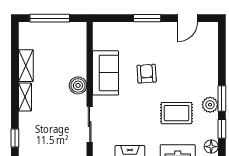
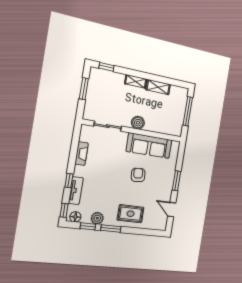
sofa: (106, 73) -> (149, 146), width x1.36
armchair: (147, 74) -> (138, 175), turned -92
plant: (210, 105) -> (97, 218), moved
rug: (176, 113) -> (131, 214), moved, turned 90

